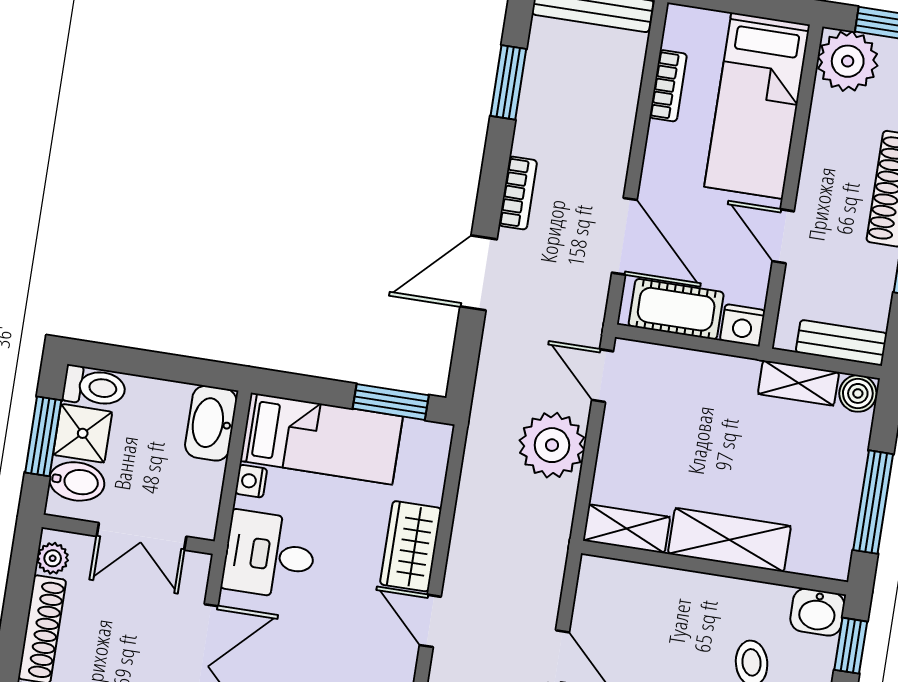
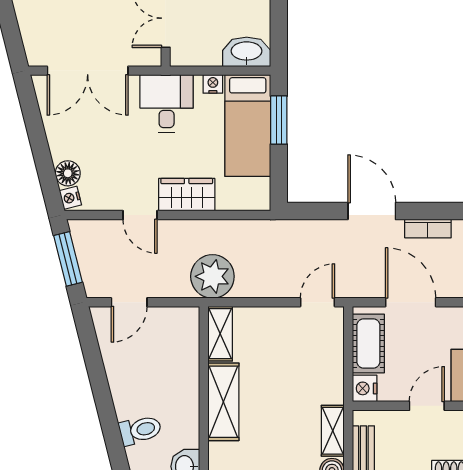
door: (624, 236) -> (411, 302), swing flipped
window: (391, 402) -> (279, 120), moved
plant: (552, 445) -> (212, 276), moved
door: (430, 621) -> (140, 215), swing flipped

